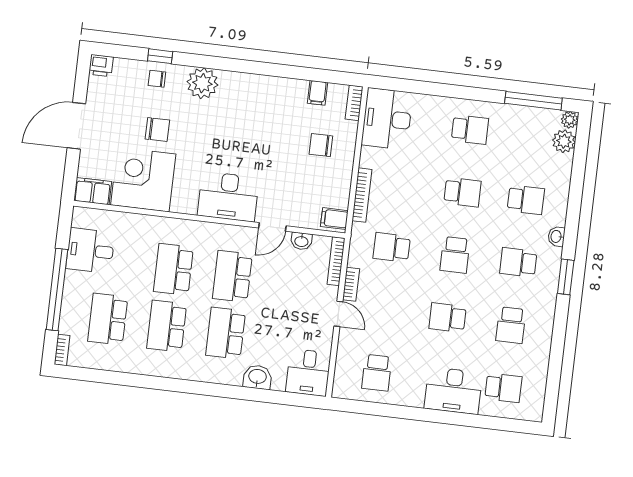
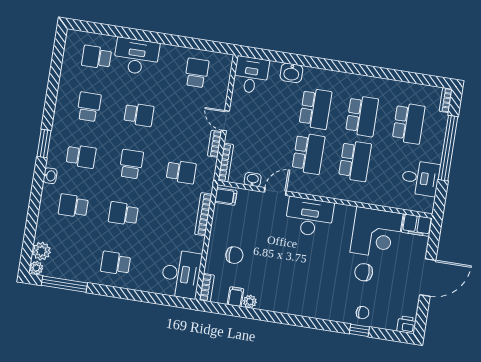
plant: (202, 83) -> (250, 302), moved, width x0.53, depth x0.53

